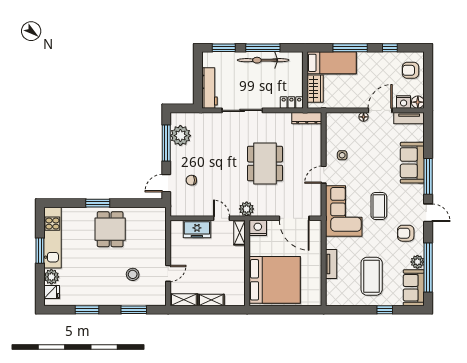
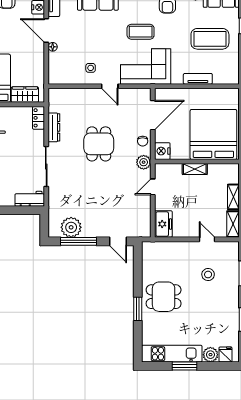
workbench: (209, 88) -> (30, 199), width x0.73
dresser: (307, 118) -> (54, 127), moved
dining table: (265, 164) -> (99, 144), width x0.73
chair: (191, 180) -> (143, 141), moved
freezer: (197, 229) -> (163, 224), moved
shelving: (240, 233) -> (195, 169), moved

